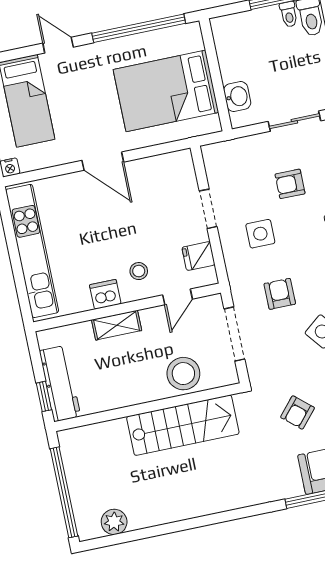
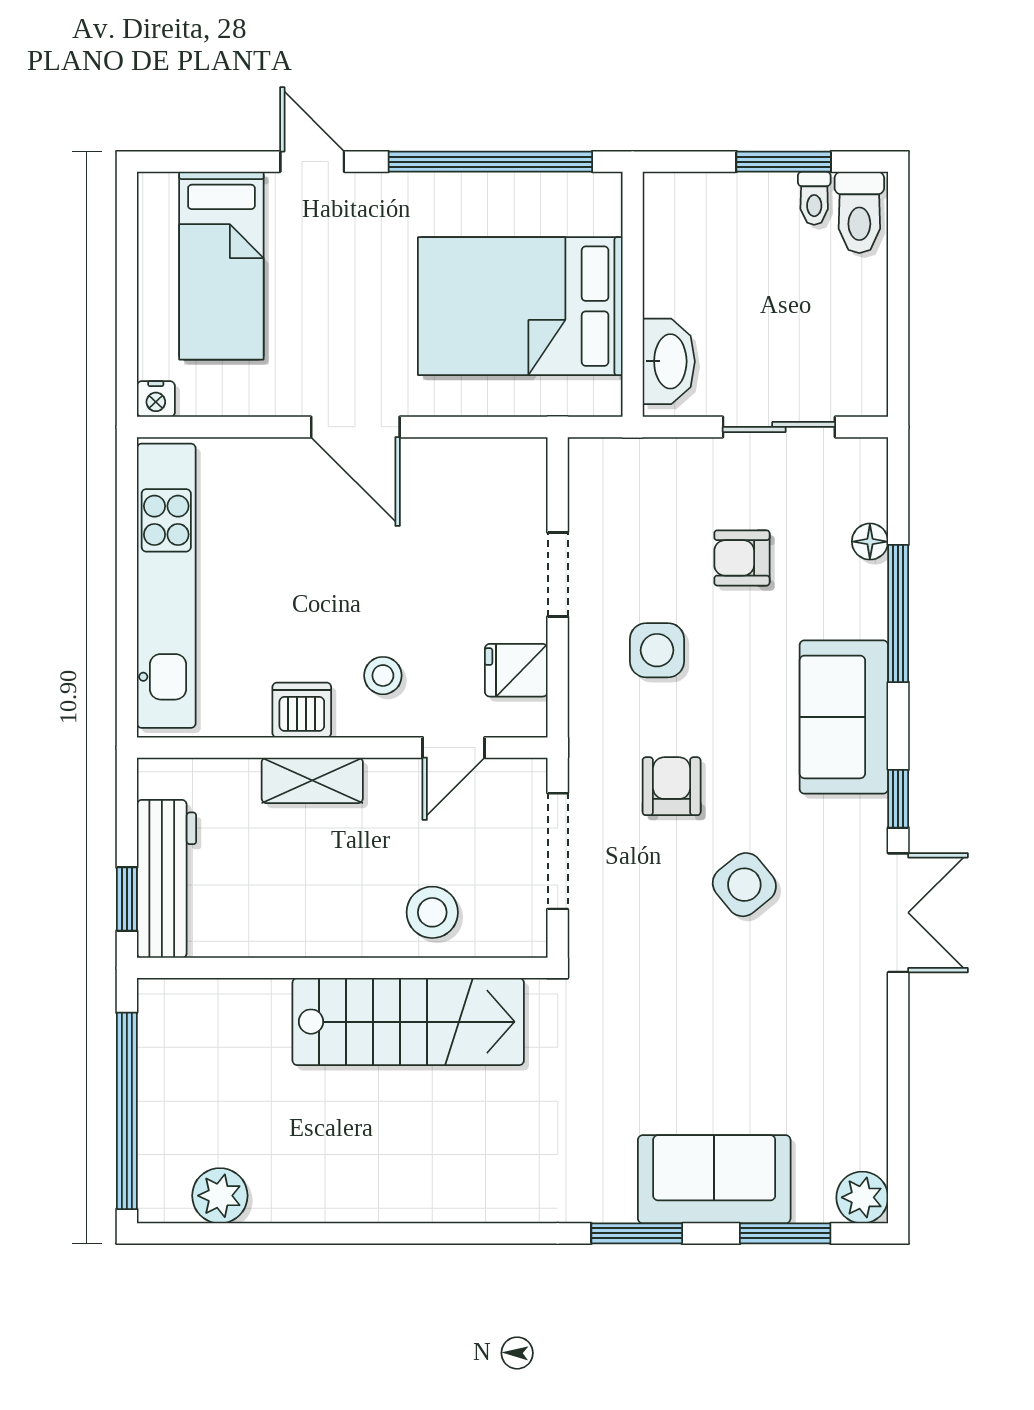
washbasin: (237, 97) -> (669, 361), width x1.38
stool: (183, 374) -> (432, 912), width x0.73, depth x0.73
armchair: (298, 412) -> (657, 1045), removed

